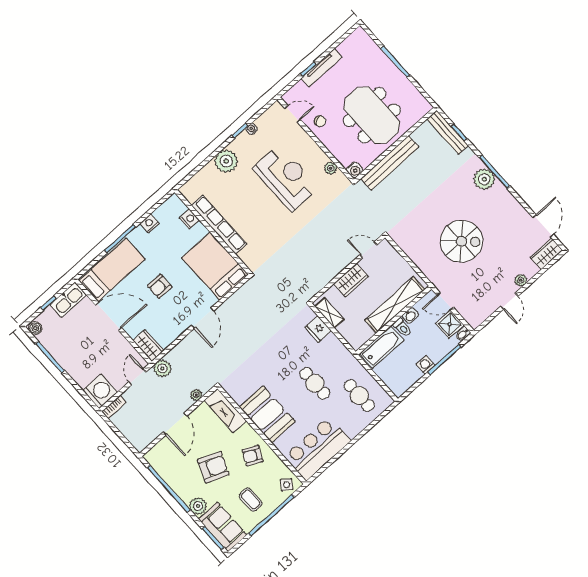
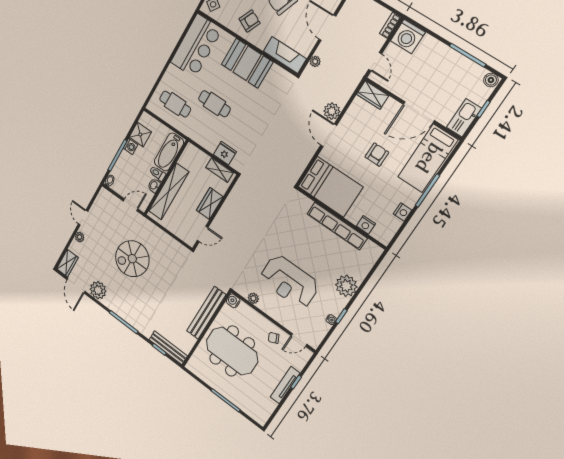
plant: (484, 179) -> (98, 290), moved
shower: (450, 324) -> (140, 135), moved
plant: (162, 369) -> (332, 111), moved

